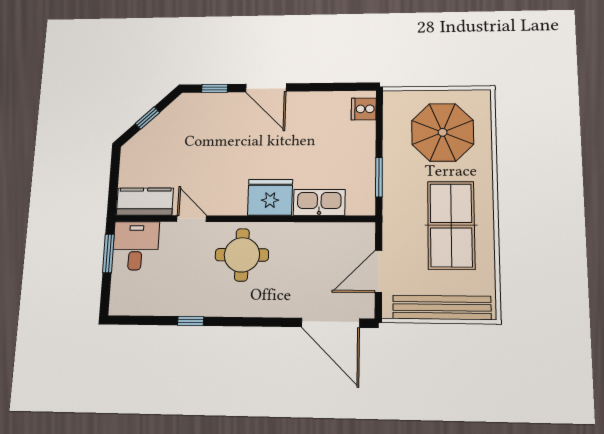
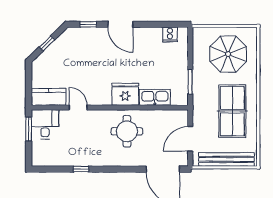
cooker: (364, 109) -> (170, 34), moved, turned -90
round table: (242, 255) -> (127, 131), moved

